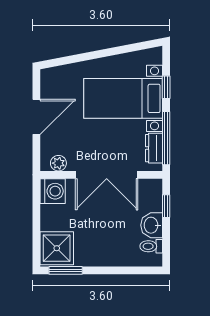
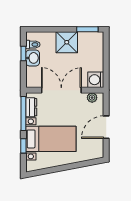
window: (166, 206) -> (23, 53), moved
shower: (57, 248) -> (67, 42), moved

